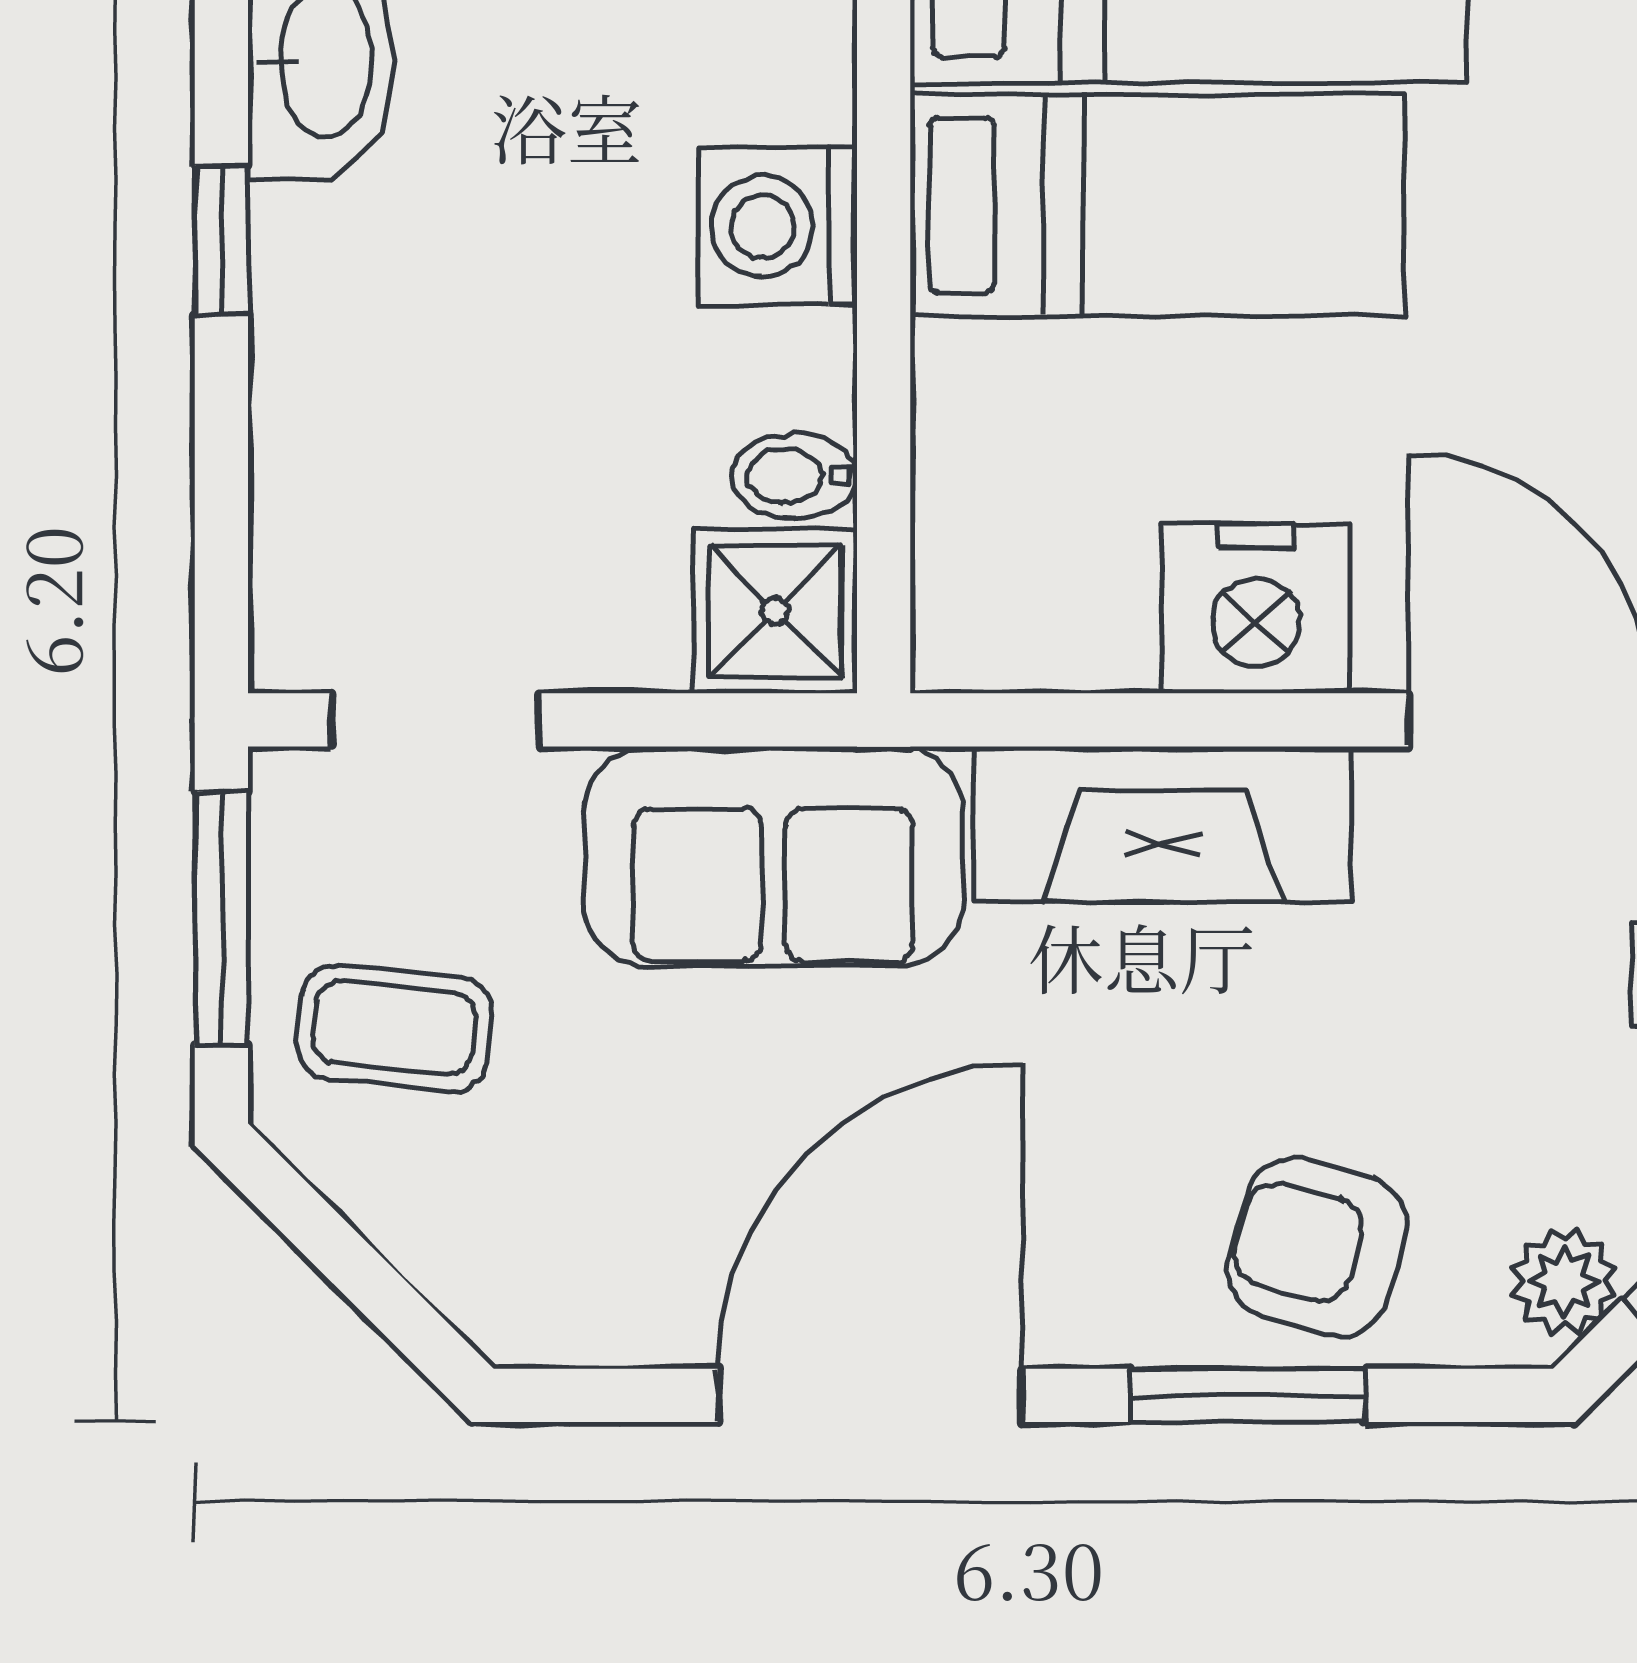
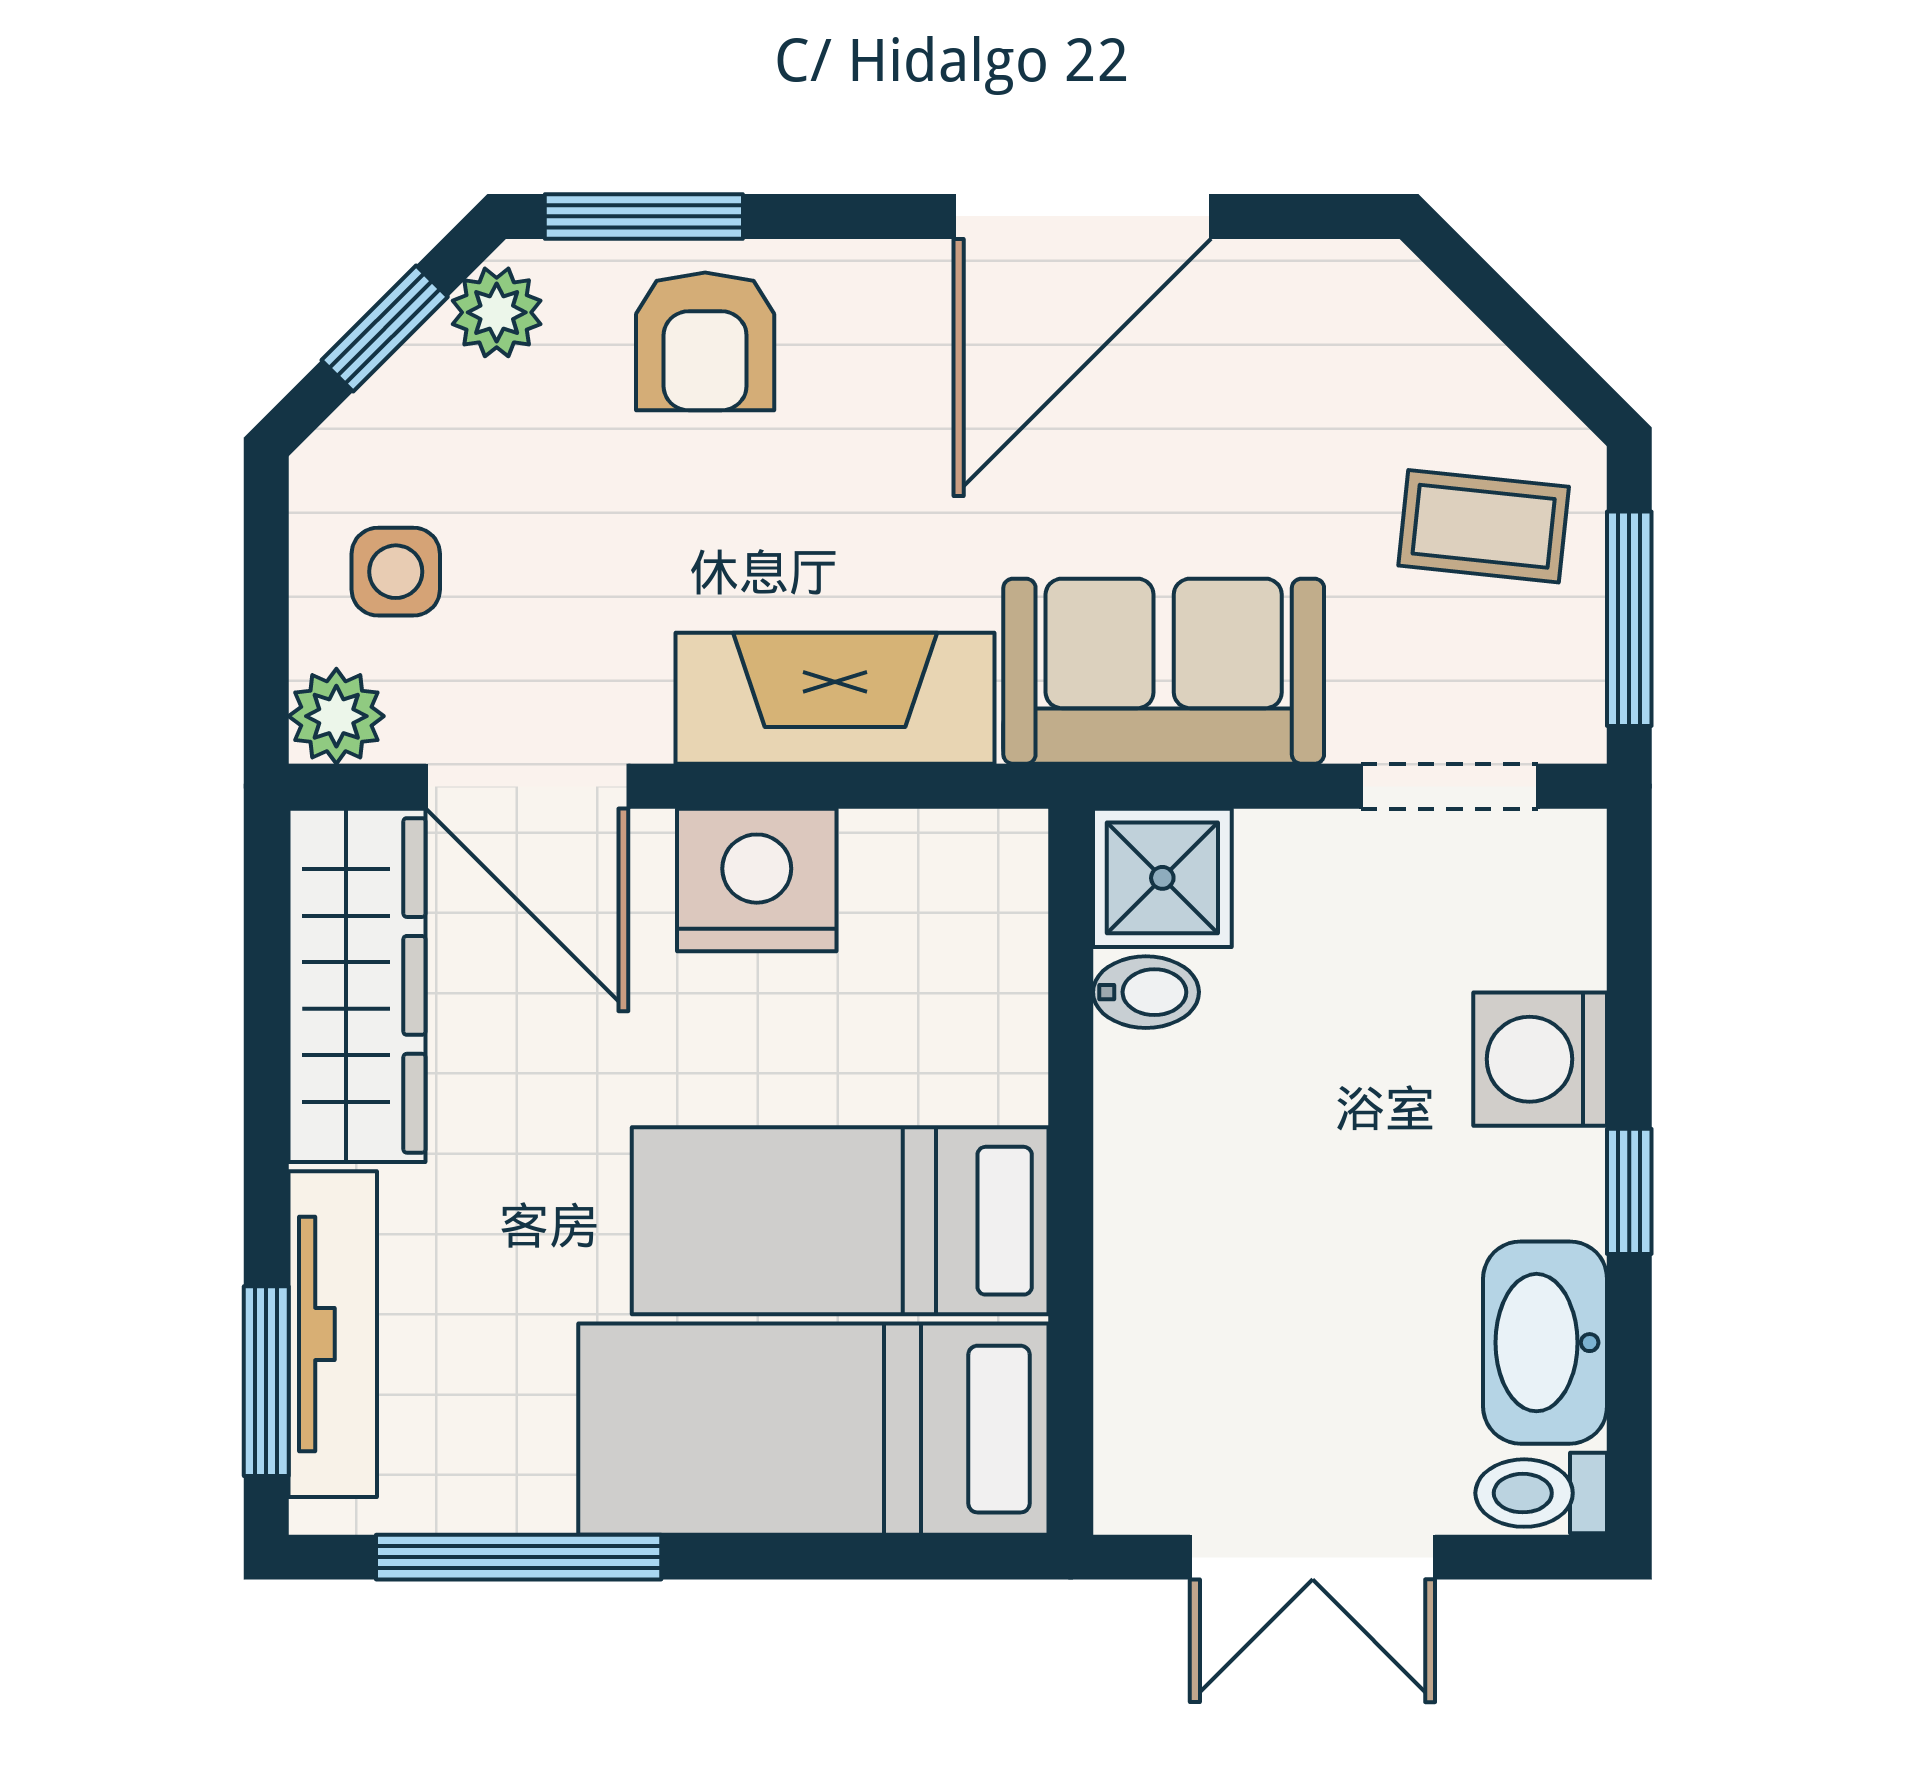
washing machine: (778, 227) -> (1540, 1059), moved, turned 180
armchair: (1317, 1247) -> (705, 341), turned 74
window: (1247, 1395) -> (644, 216), moved

